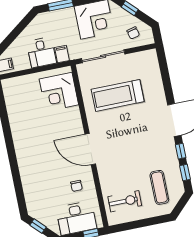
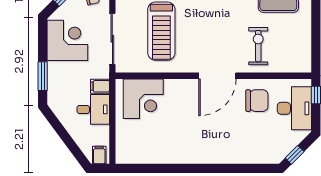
chair: (76, 186) -> (257, 101), width x1.87, depth x1.87
exercise bike: (125, 201) -> (258, 46), moved

